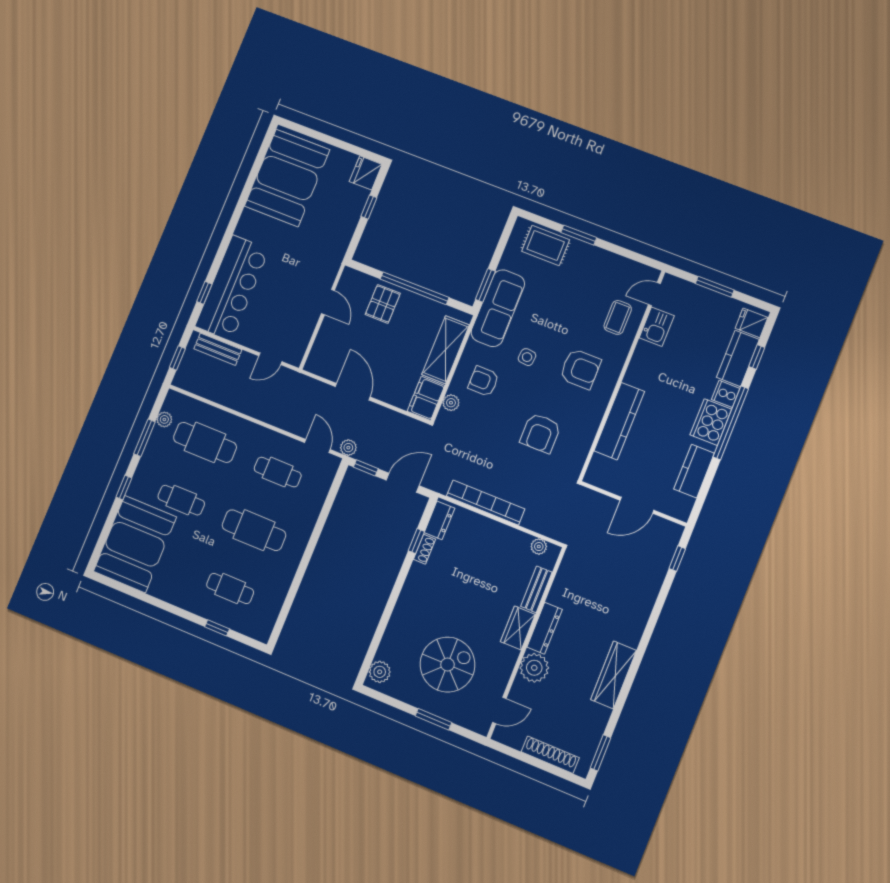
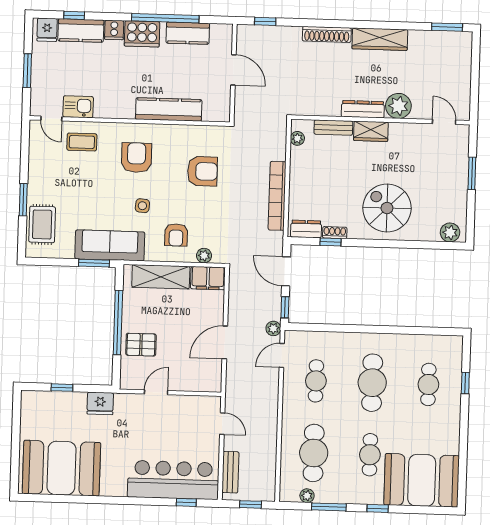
fridge: (366, 173) -> (100, 403), moved
window: (731, 423) -> (165, 18), moved
spiral stairs: (447, 665) -> (387, 208), moved
shoe rack: (550, 755) -> (327, 34), moved, turned -90

